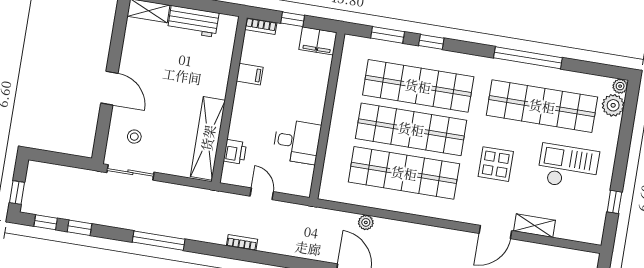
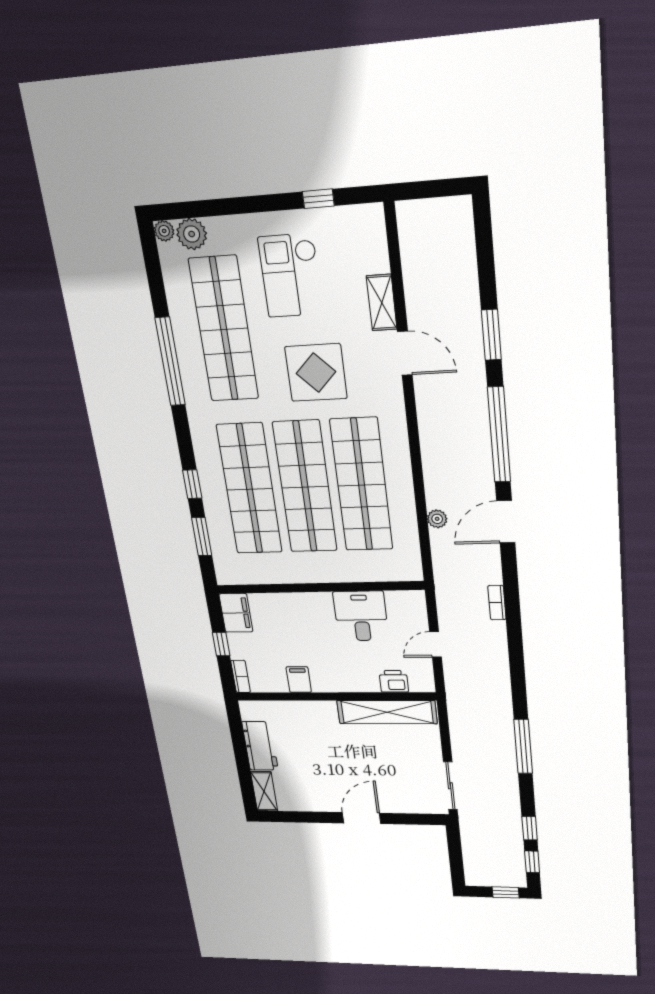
stool: (134, 137) -> (408, 787), removed
display table: (496, 164) -> (316, 373), width x1.36, depth x1.36
bookcase: (242, 243) -> (497, 603), moved

